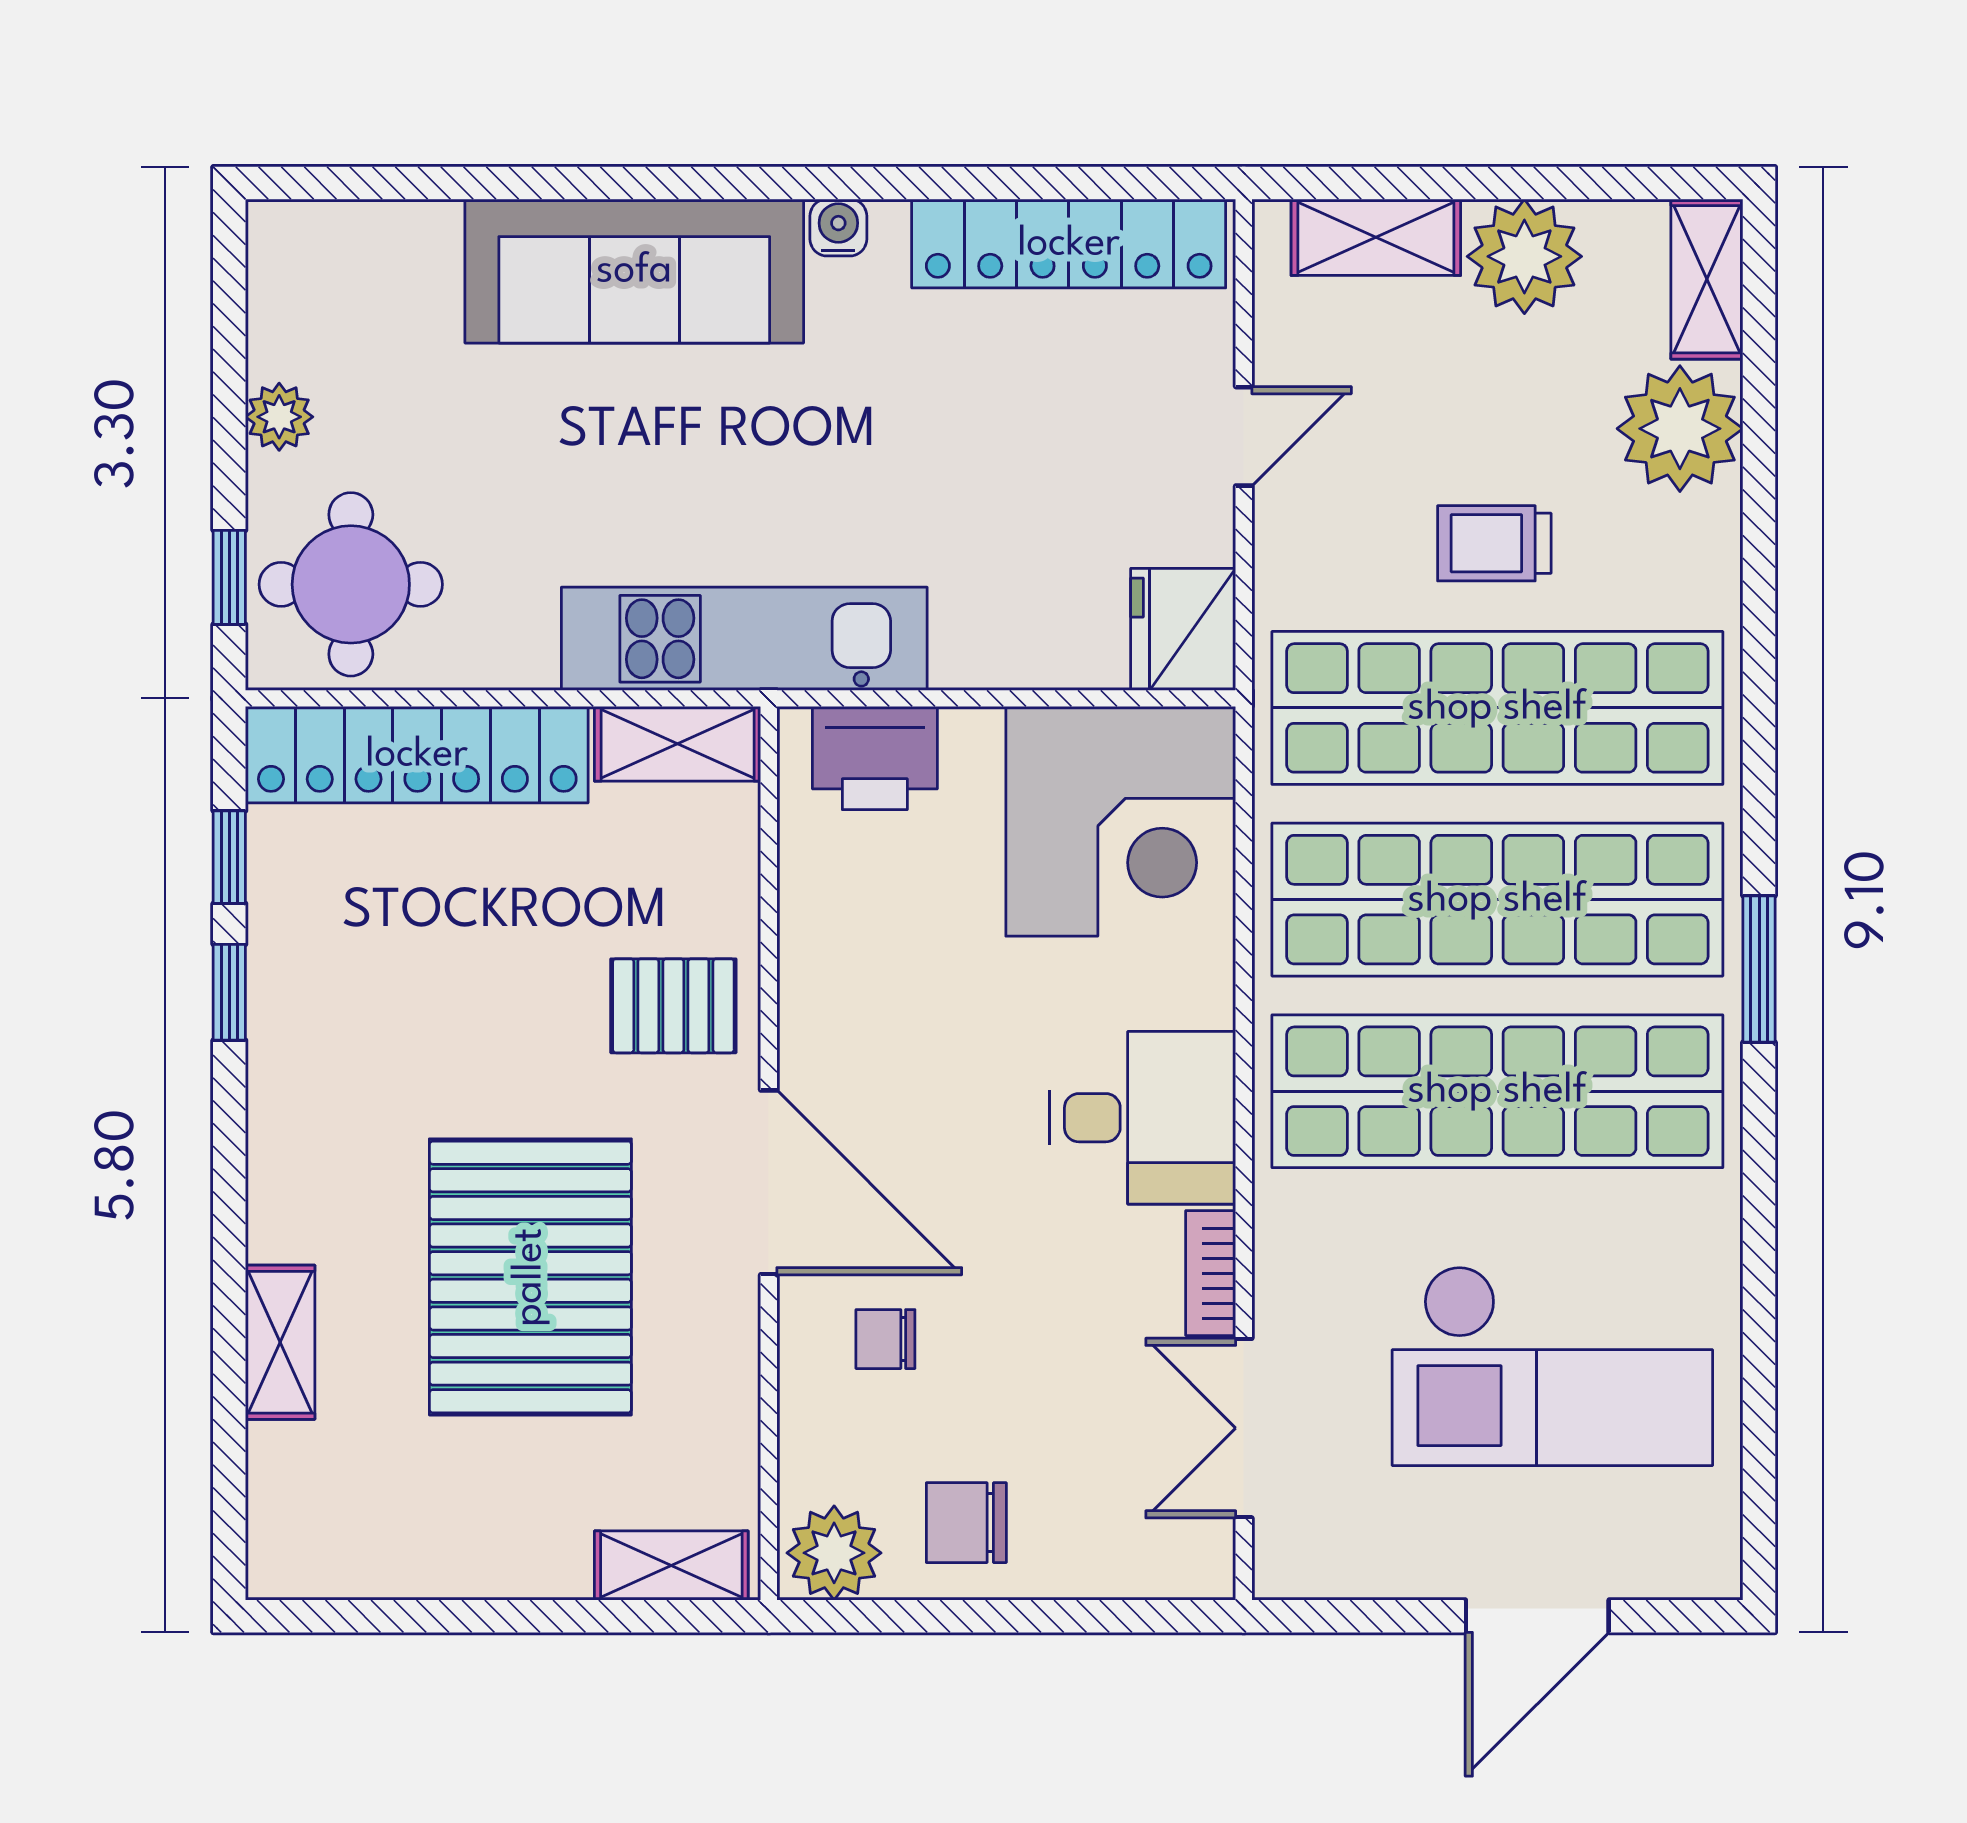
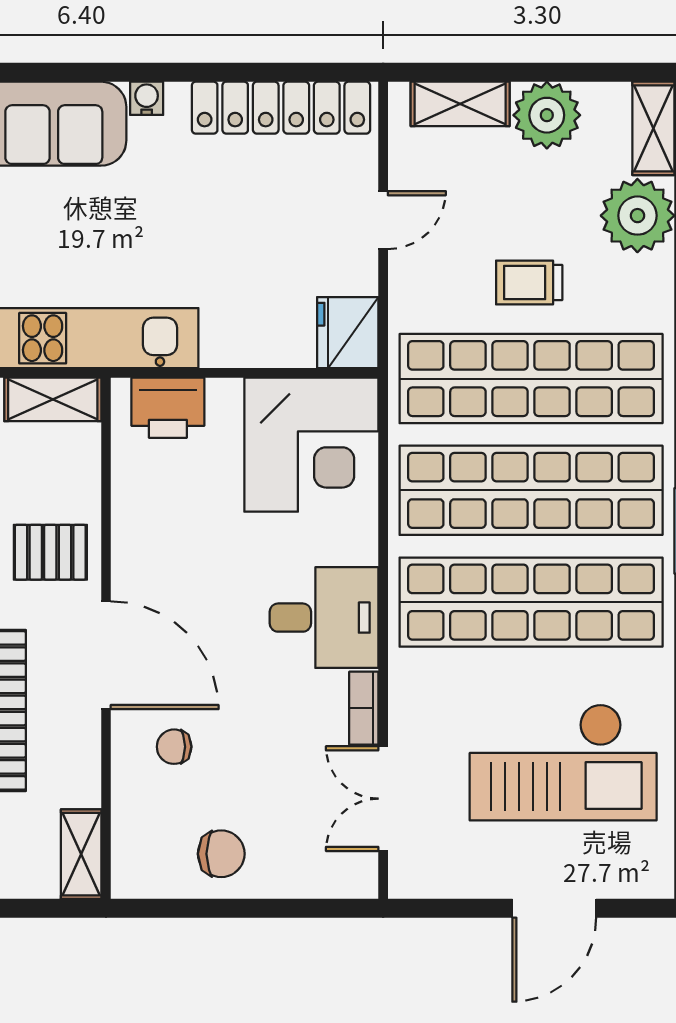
chair: (966, 1523) -> (221, 854), turned 180
plant: (834, 1553) -> (144, 871), removed
shelving: (671, 1565) -> (81, 854), moved, turned 90

